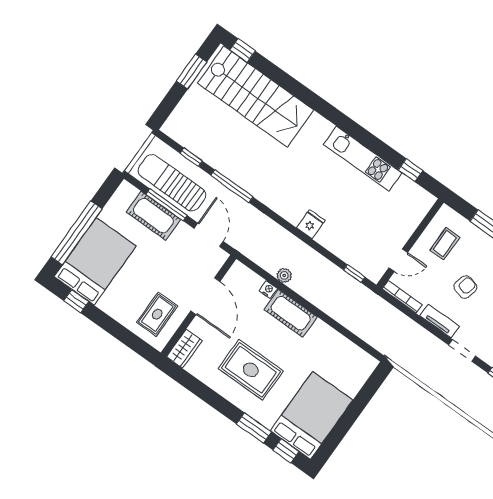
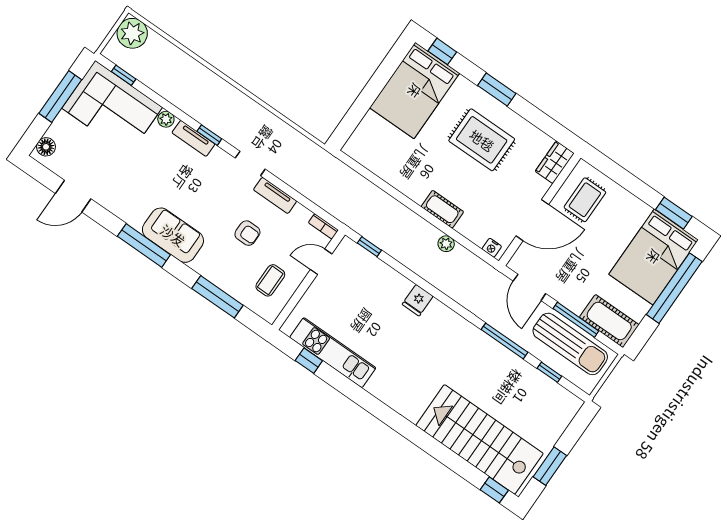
kitchen unit: (363, 159) -> (333, 353), moved
cot: (153, 216) -> (609, 321), moved
armchair: (465, 287) -> (247, 233), turned -104
nightstand: (268, 290) -> (492, 248), moved
door: (205, 296) -> (532, 220), swing flipped
bookcase: (402, 297) -> (323, 226), width x0.64
window: (76, 301) -> (674, 213), width x1.50
cot: (291, 313) -> (442, 209), width x0.73, depth x0.75
window: (254, 428) -> (497, 89), moved

